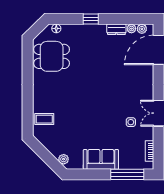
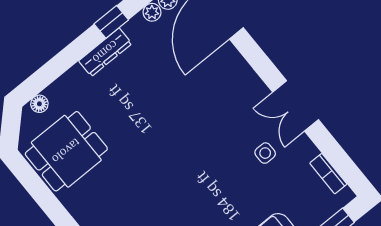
window: (91, 19) -> (111, 22), moved
dresser: (116, 29) -> (105, 52), moved, width x1.44

